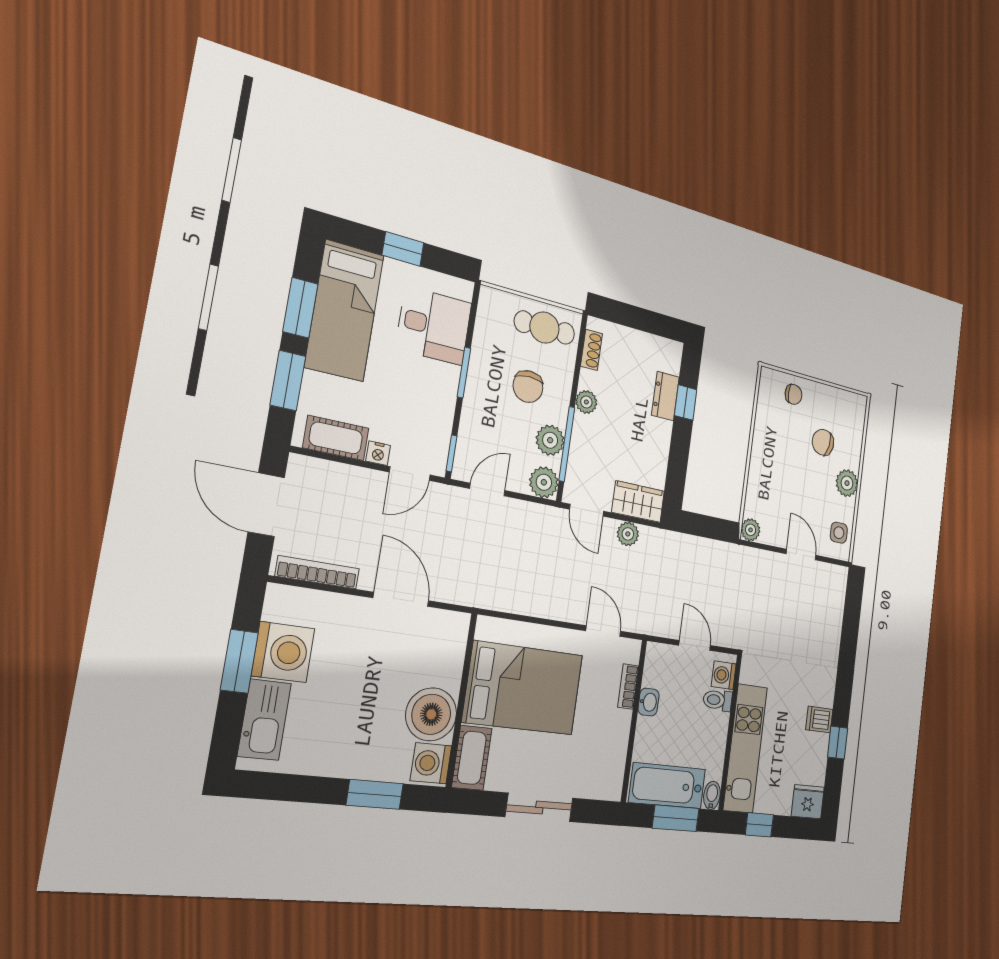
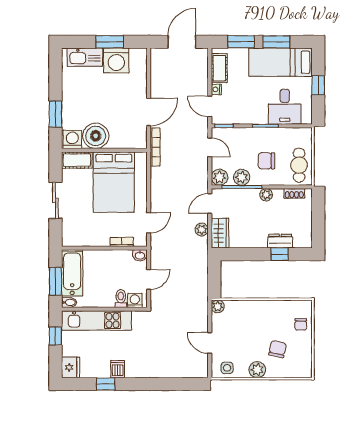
door: (801, 555) -> (210, 343), swing flipped
bookcase: (317, 572) -> (155, 147), moved
washbasin: (649, 702) -> (140, 255), moved

